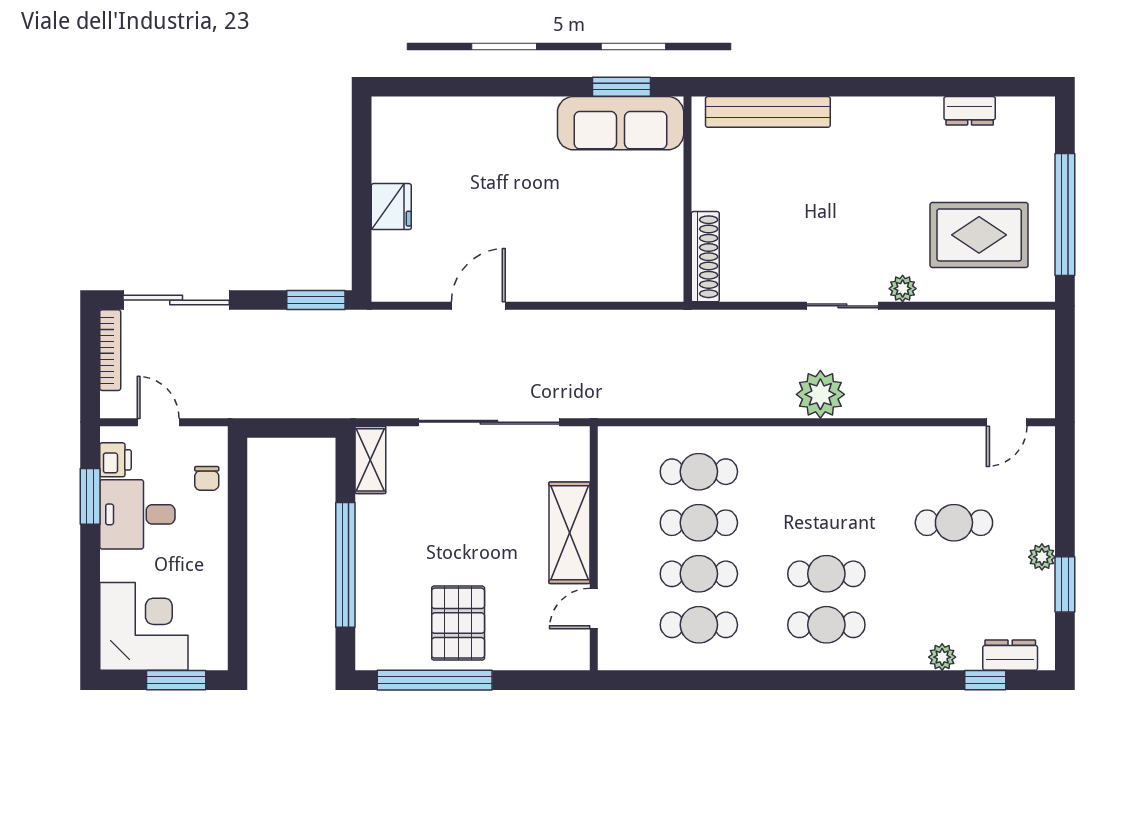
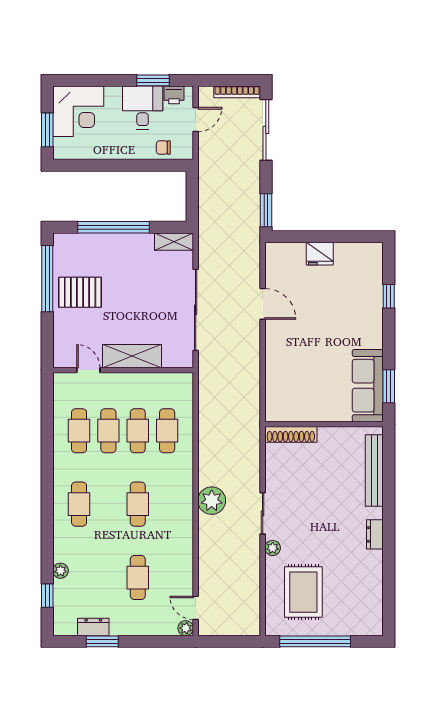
window: (465, 87) -> (389, 296), added
dresser: (970, 111) -> (375, 534), moved
plant: (1042, 557) -> (186, 628), moved
cafe table: (826, 574) -> (138, 504), moved
dresser: (1010, 655) -> (93, 627), moved, turned -90

